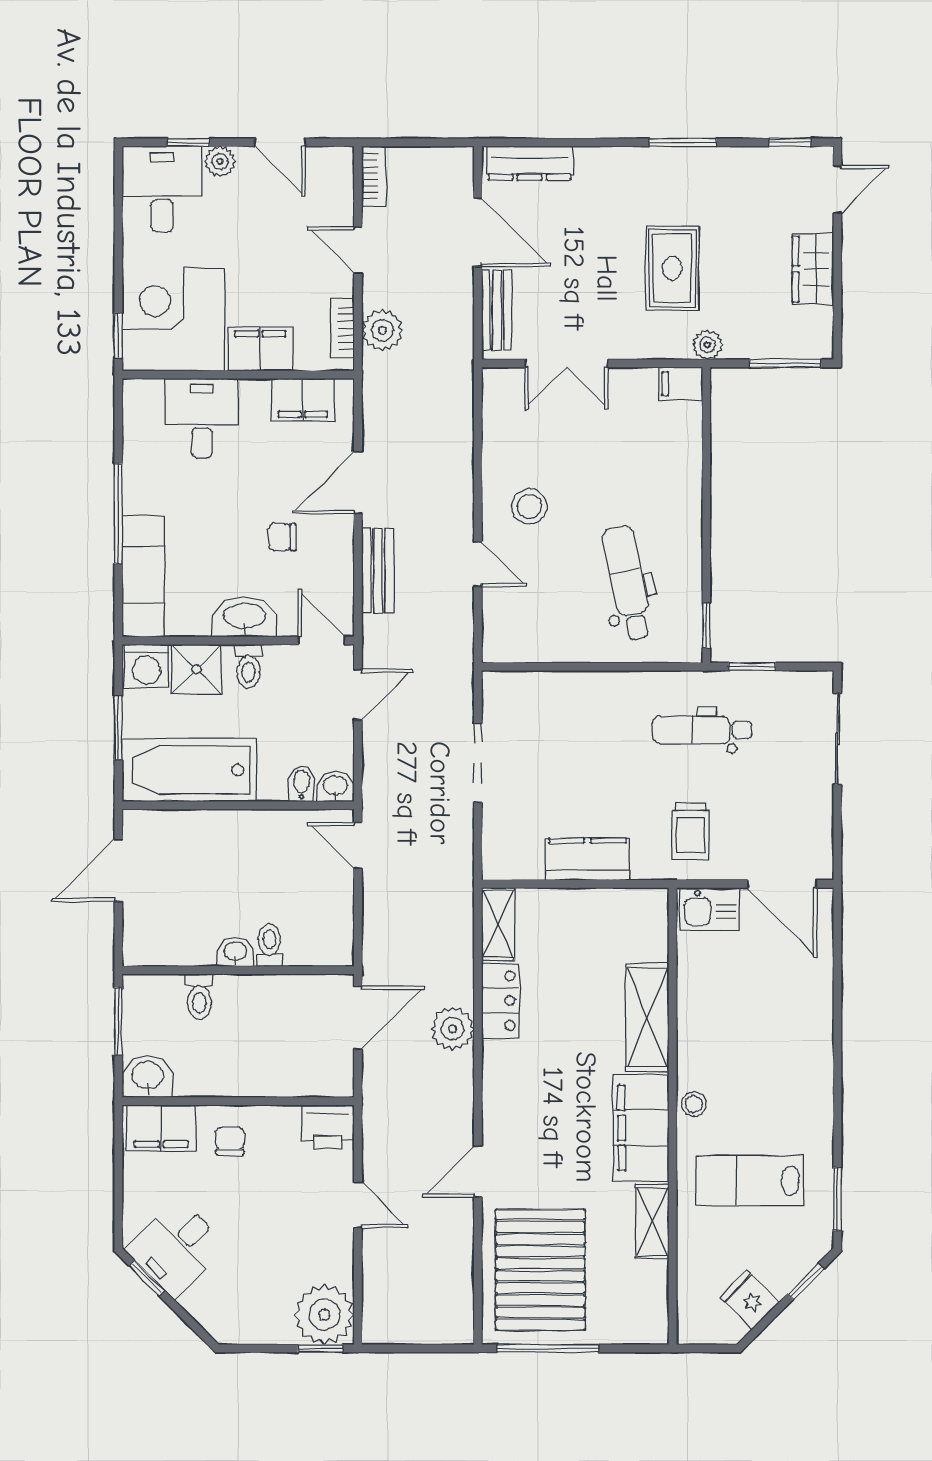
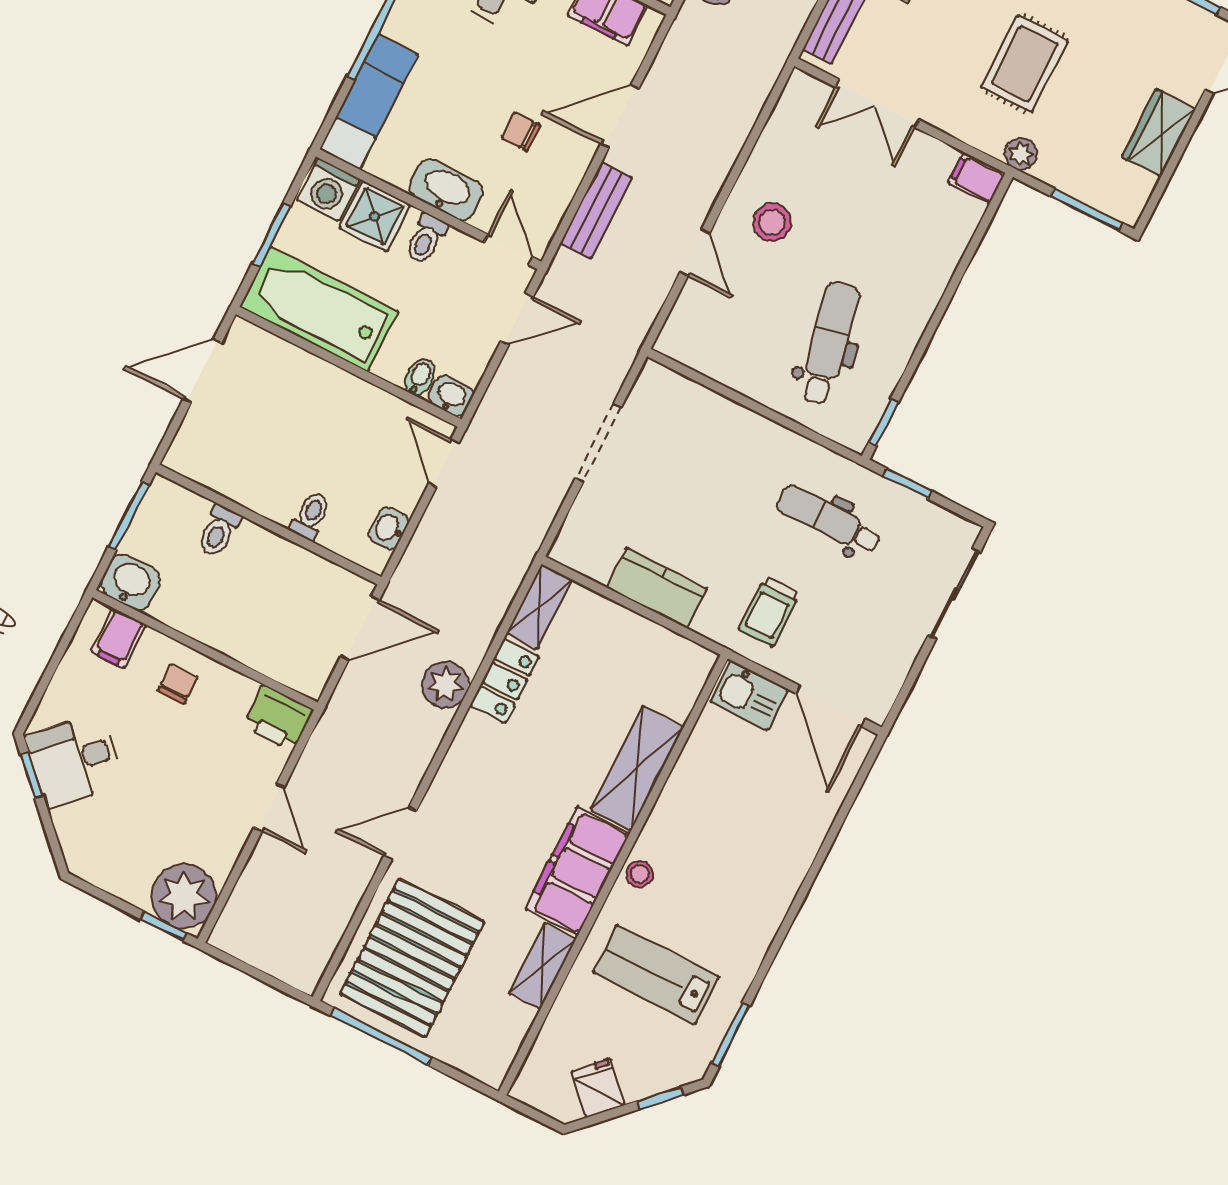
washbasin: (235, 952) -> (389, 529), moved, turned -90
filing cabinet: (161, 1128) -> (118, 638), width x0.50

